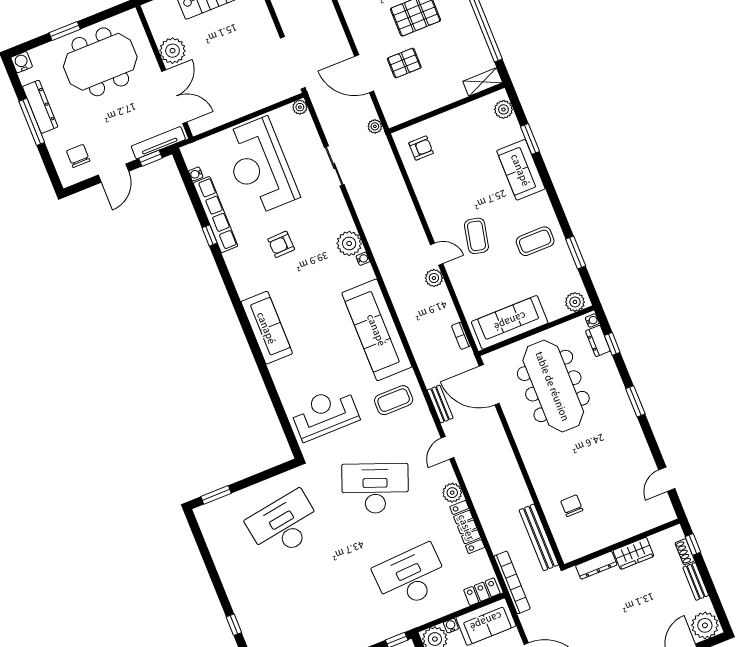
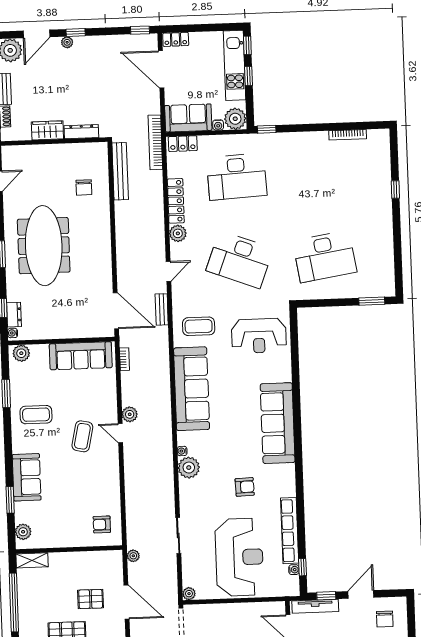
window: (210, 235) -> (303, 567), moved
sofa: (267, 328) -> (278, 423), width x1.36, depth x1.27
meeting table: (553, 386) -> (44, 246), moved

